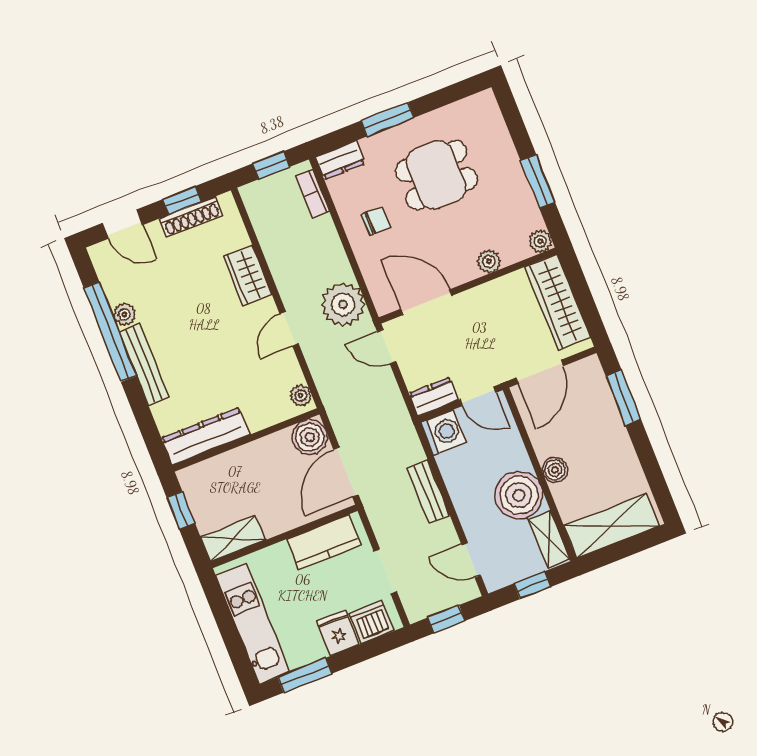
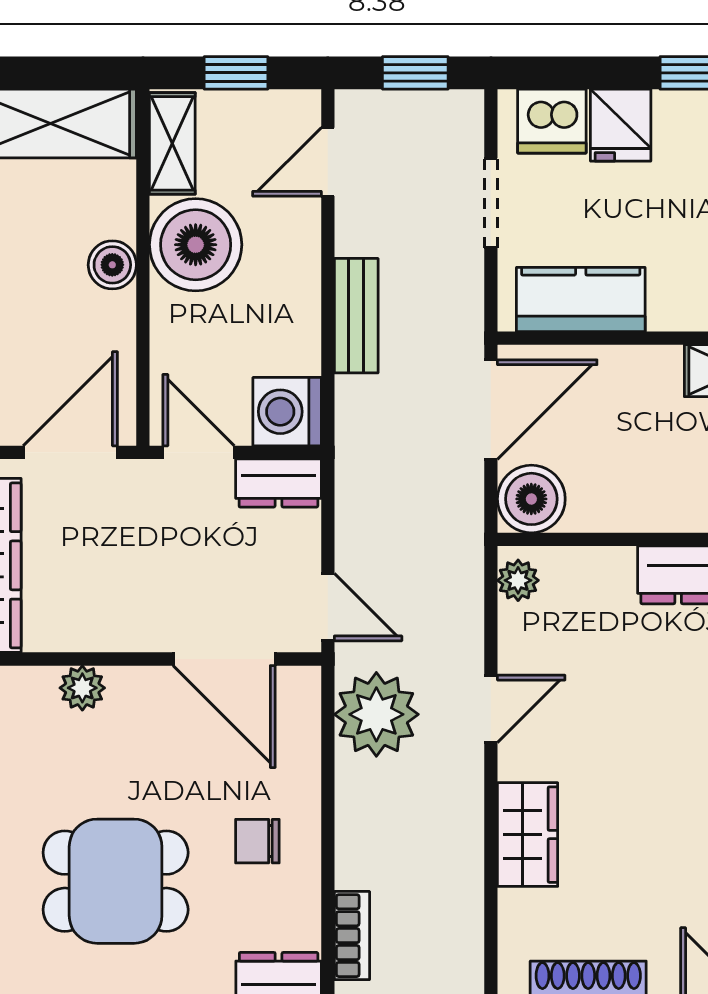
door: (471, 560) -> (328, 162), swing flipped

